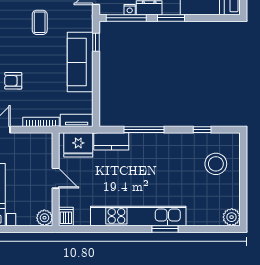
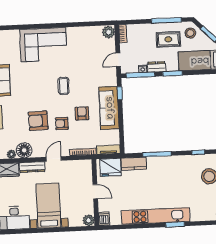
coffee table: (40, 22) -> (64, 86), moved
armchair: (42, 68) -> (82, 113), added

